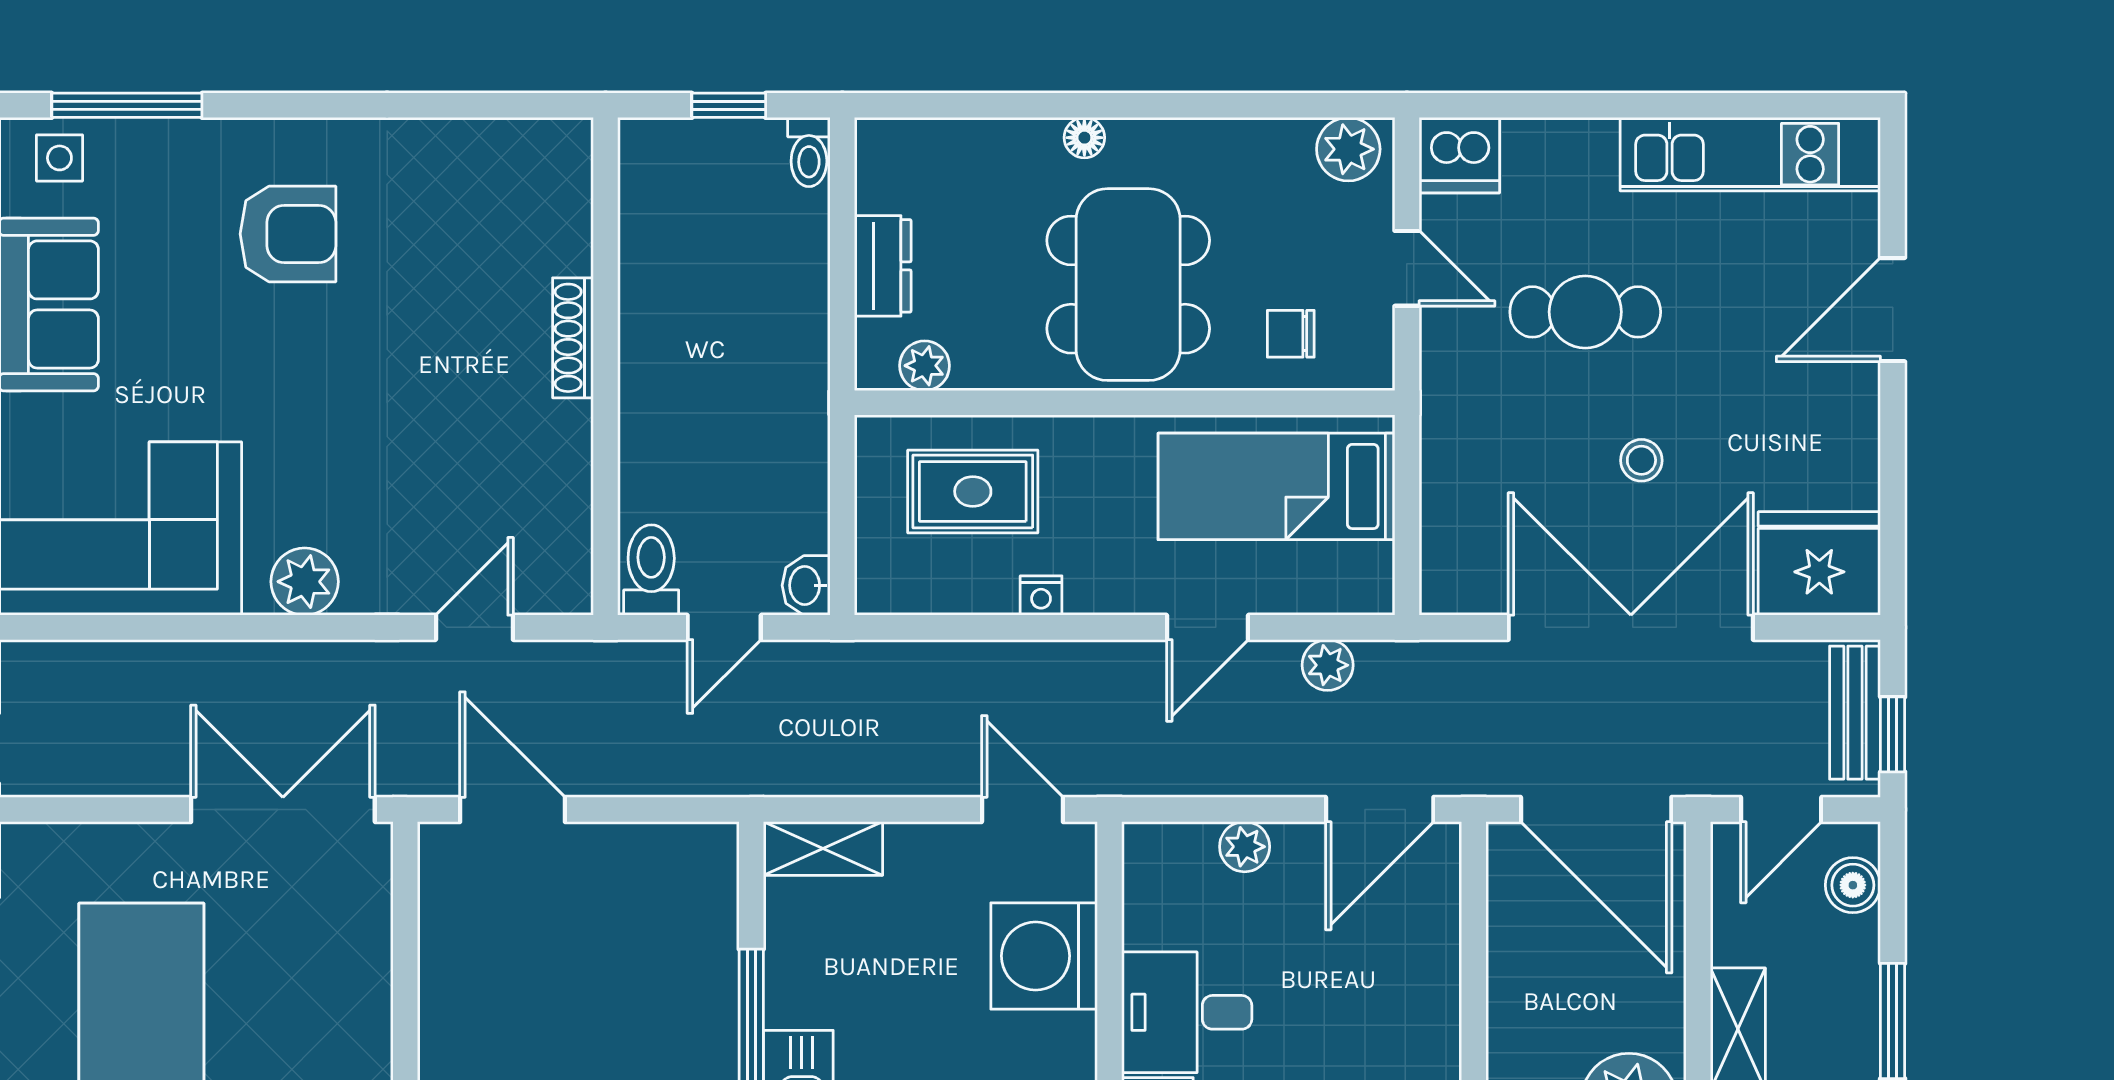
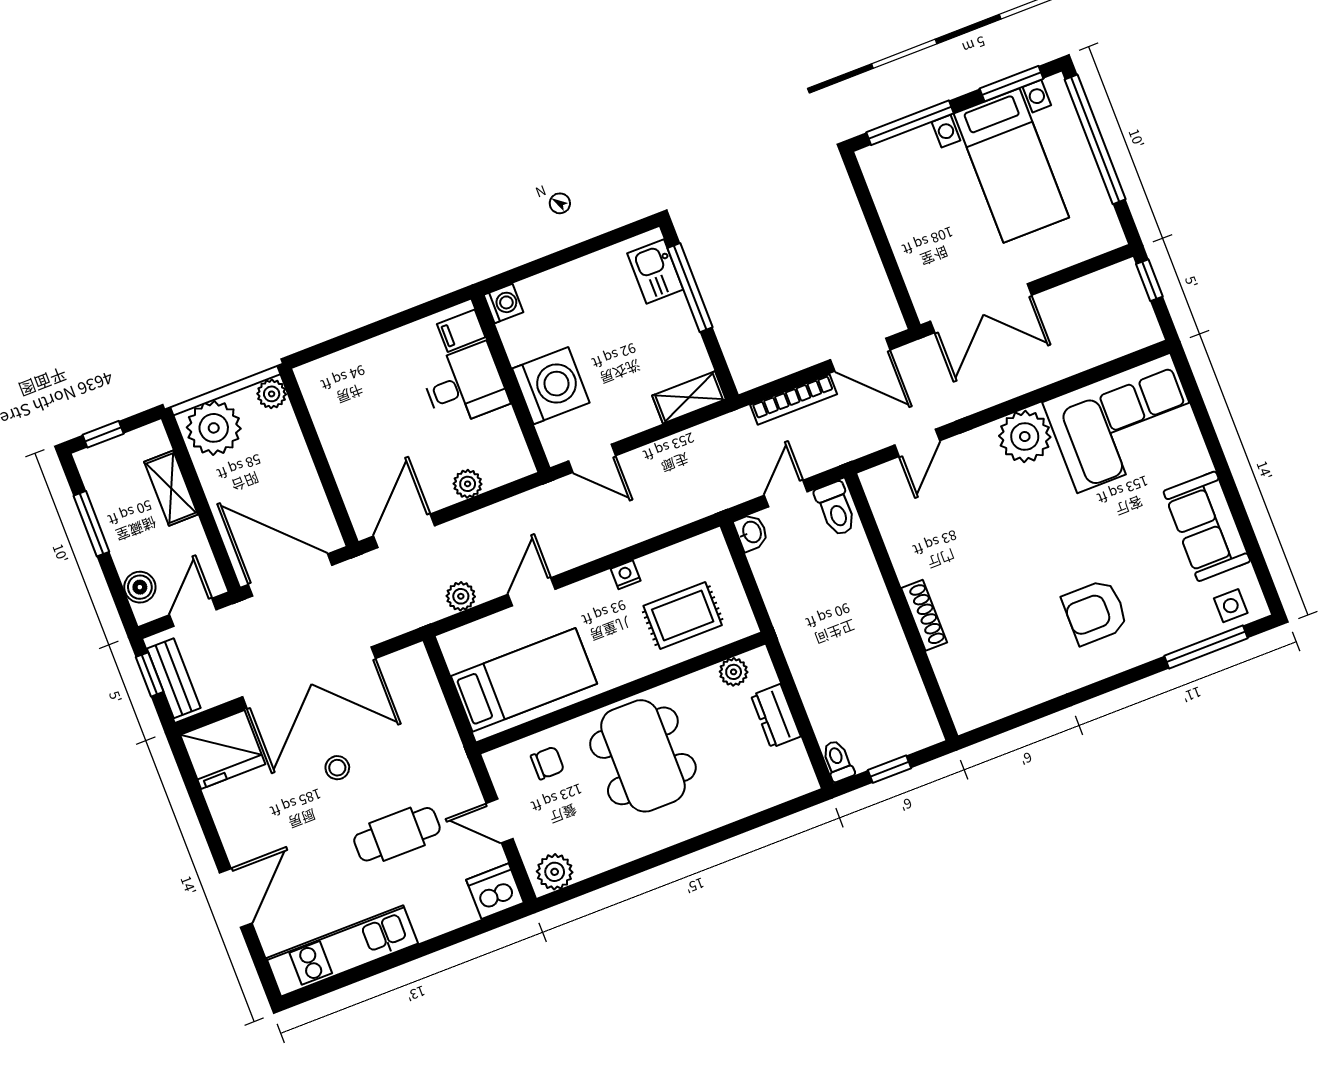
floor lamp: (1084, 138) -> (696, 824), removed
plant: (305, 582) -> (1025, 437), width x1.36, depth x1.36
bookcase: (651, 778) -> (794, 400), added

